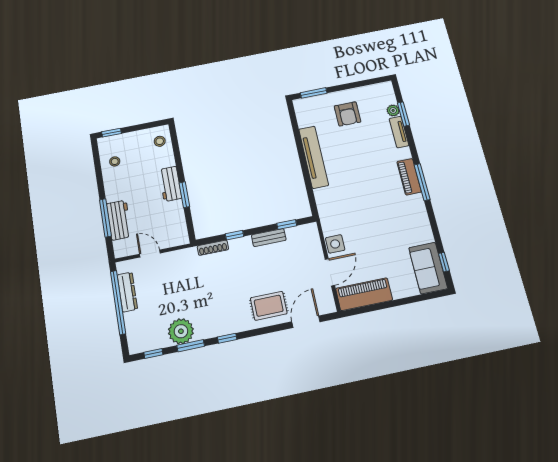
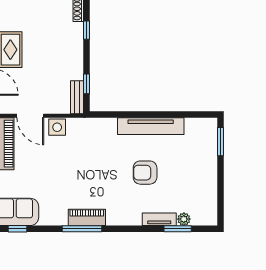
armchair: (348, 114) -> (145, 173), moved
piano: (409, 177) -> (87, 217), moved
window: (422, 182) -> (82, 229), moved
bench: (269, 238) -> (77, 97), moved

